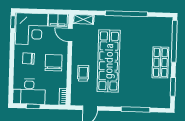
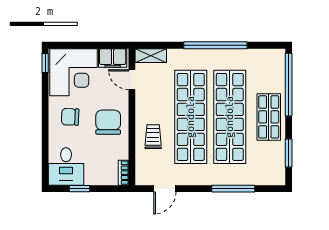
shop shelf: (135, 62) -> (230, 117), added
desk: (29, 91) -> (66, 166), width x0.73

